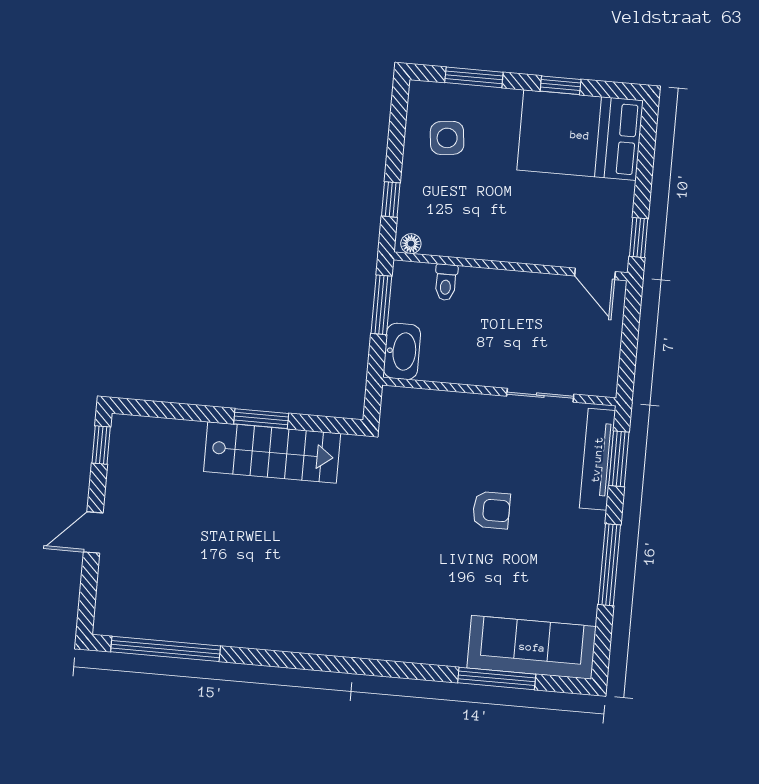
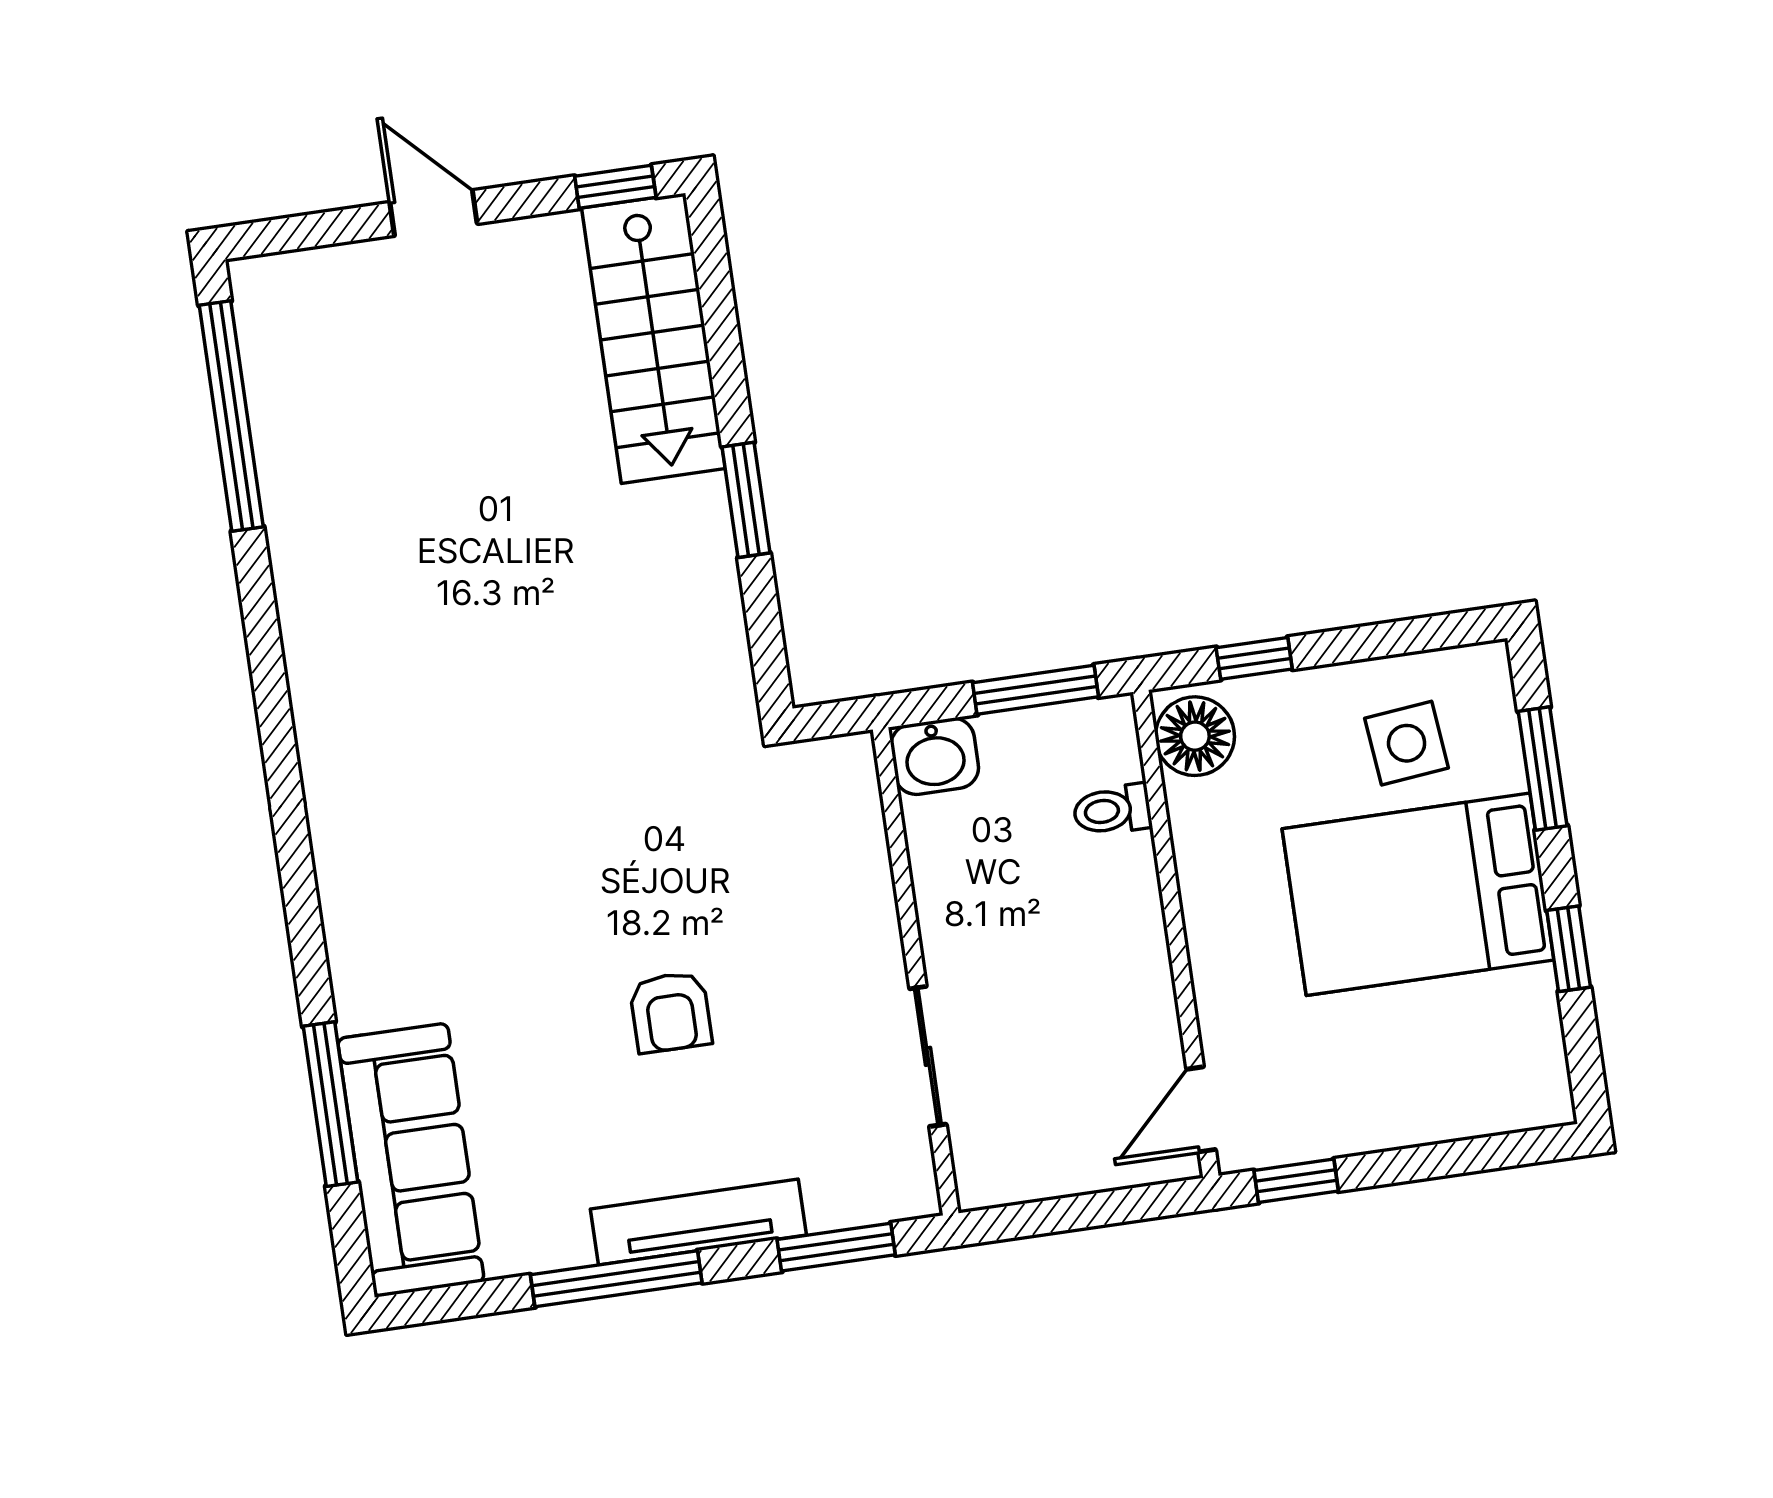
bed: (580, 135) -> (1418, 894), moved, turned -90
floor lamp: (411, 244) -> (1195, 736), width x1.89, depth x1.89
washbasin: (402, 351) -> (935, 756), width x0.72
stairs: (272, 452) -> (653, 338), moved
tv unit: (597, 459) -> (698, 1222), moved

